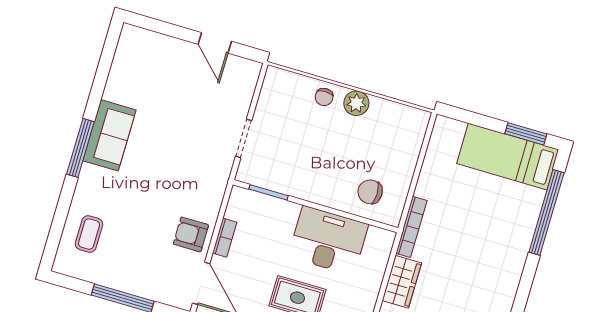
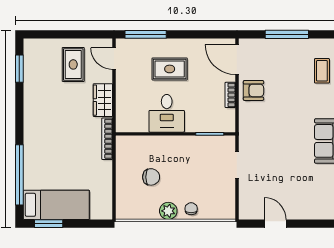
chair: (370, 192) -> (151, 177), moved
desk: (328, 241) -> (167, 113), width x0.73

